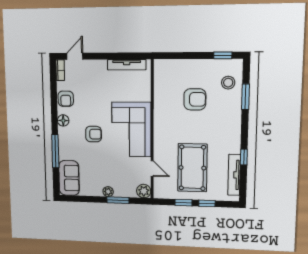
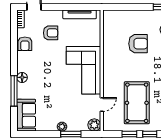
floor lamp: (63, 120) -> (22, 77), moved
armchair: (94, 134) -> (51, 33), moved
door: (152, 169) -> (102, 104), hinge flipped

